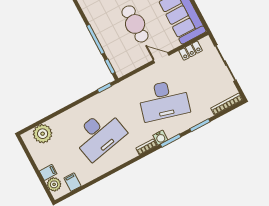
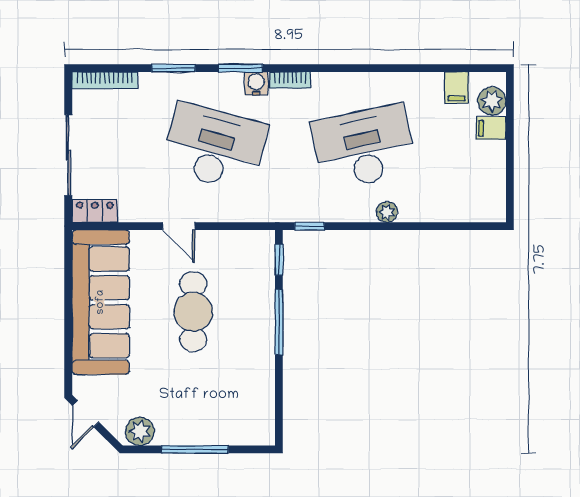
locker: (191, 51) -> (95, 211), moved
plant: (43, 134) -> (387, 212), moved, width x0.53, depth x0.53

